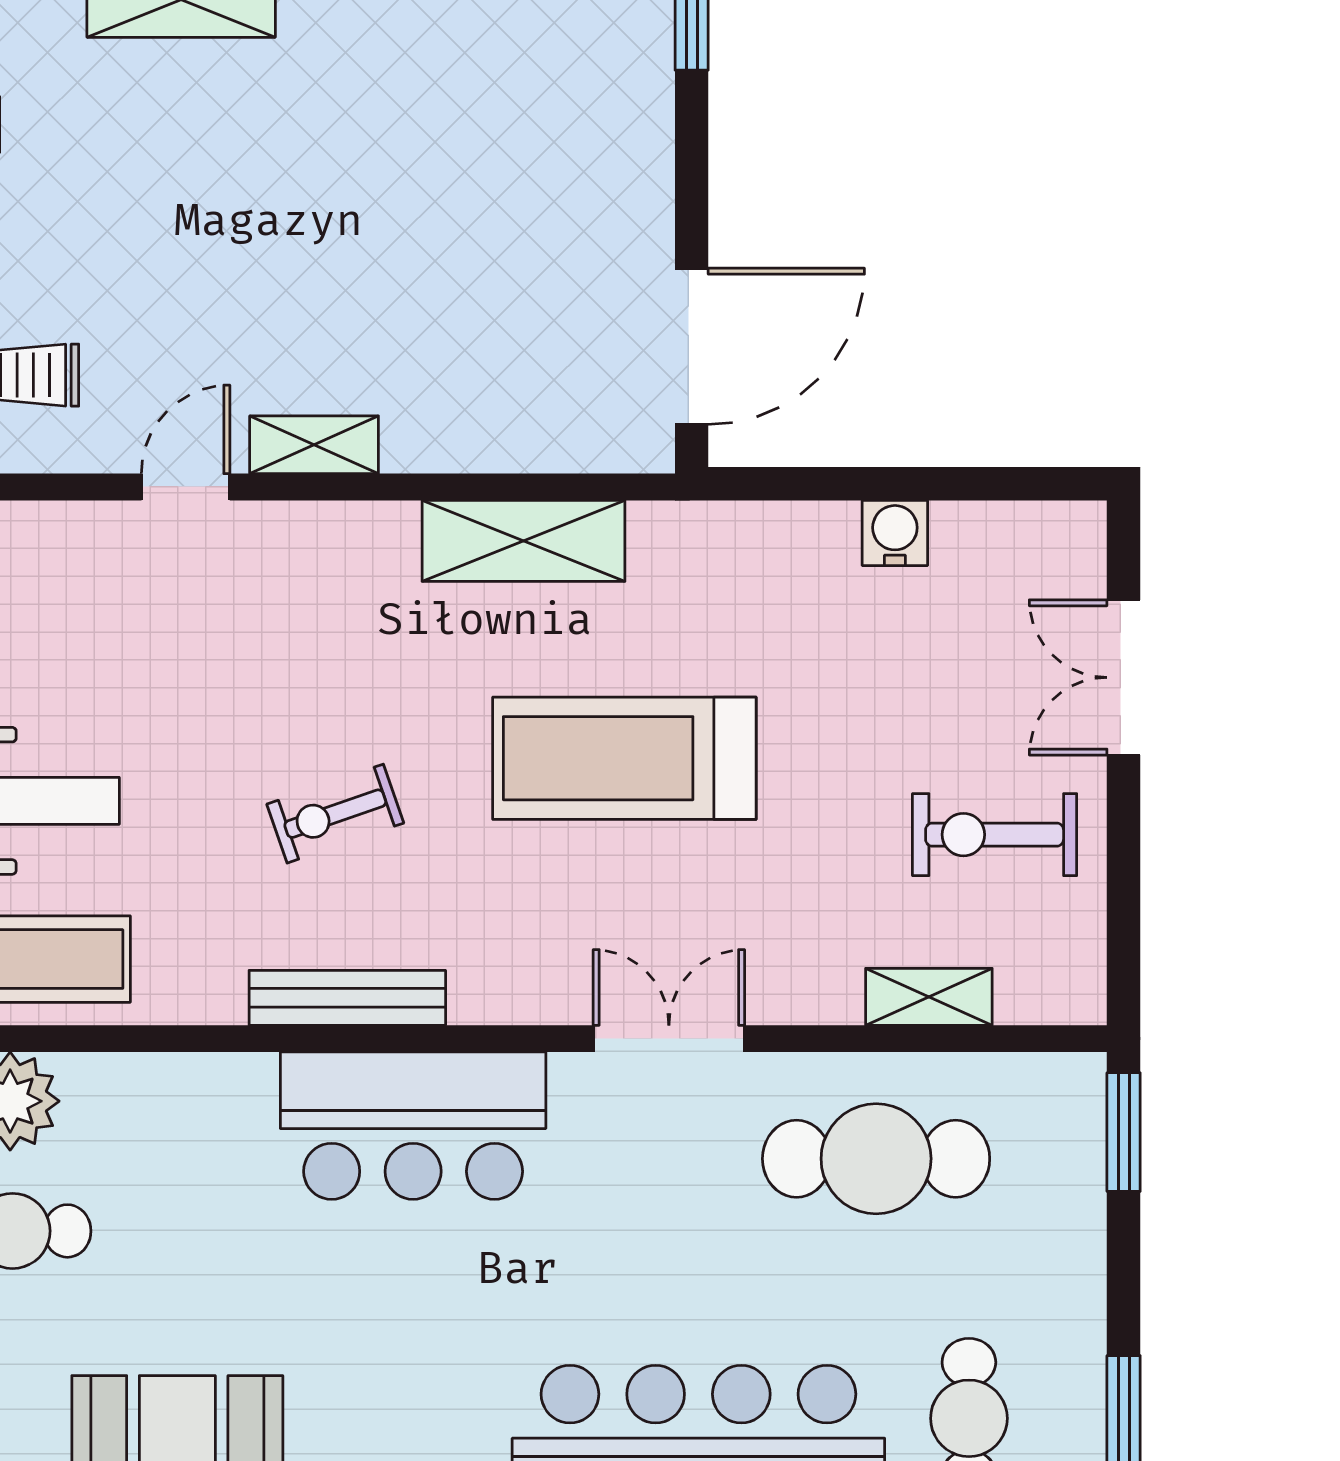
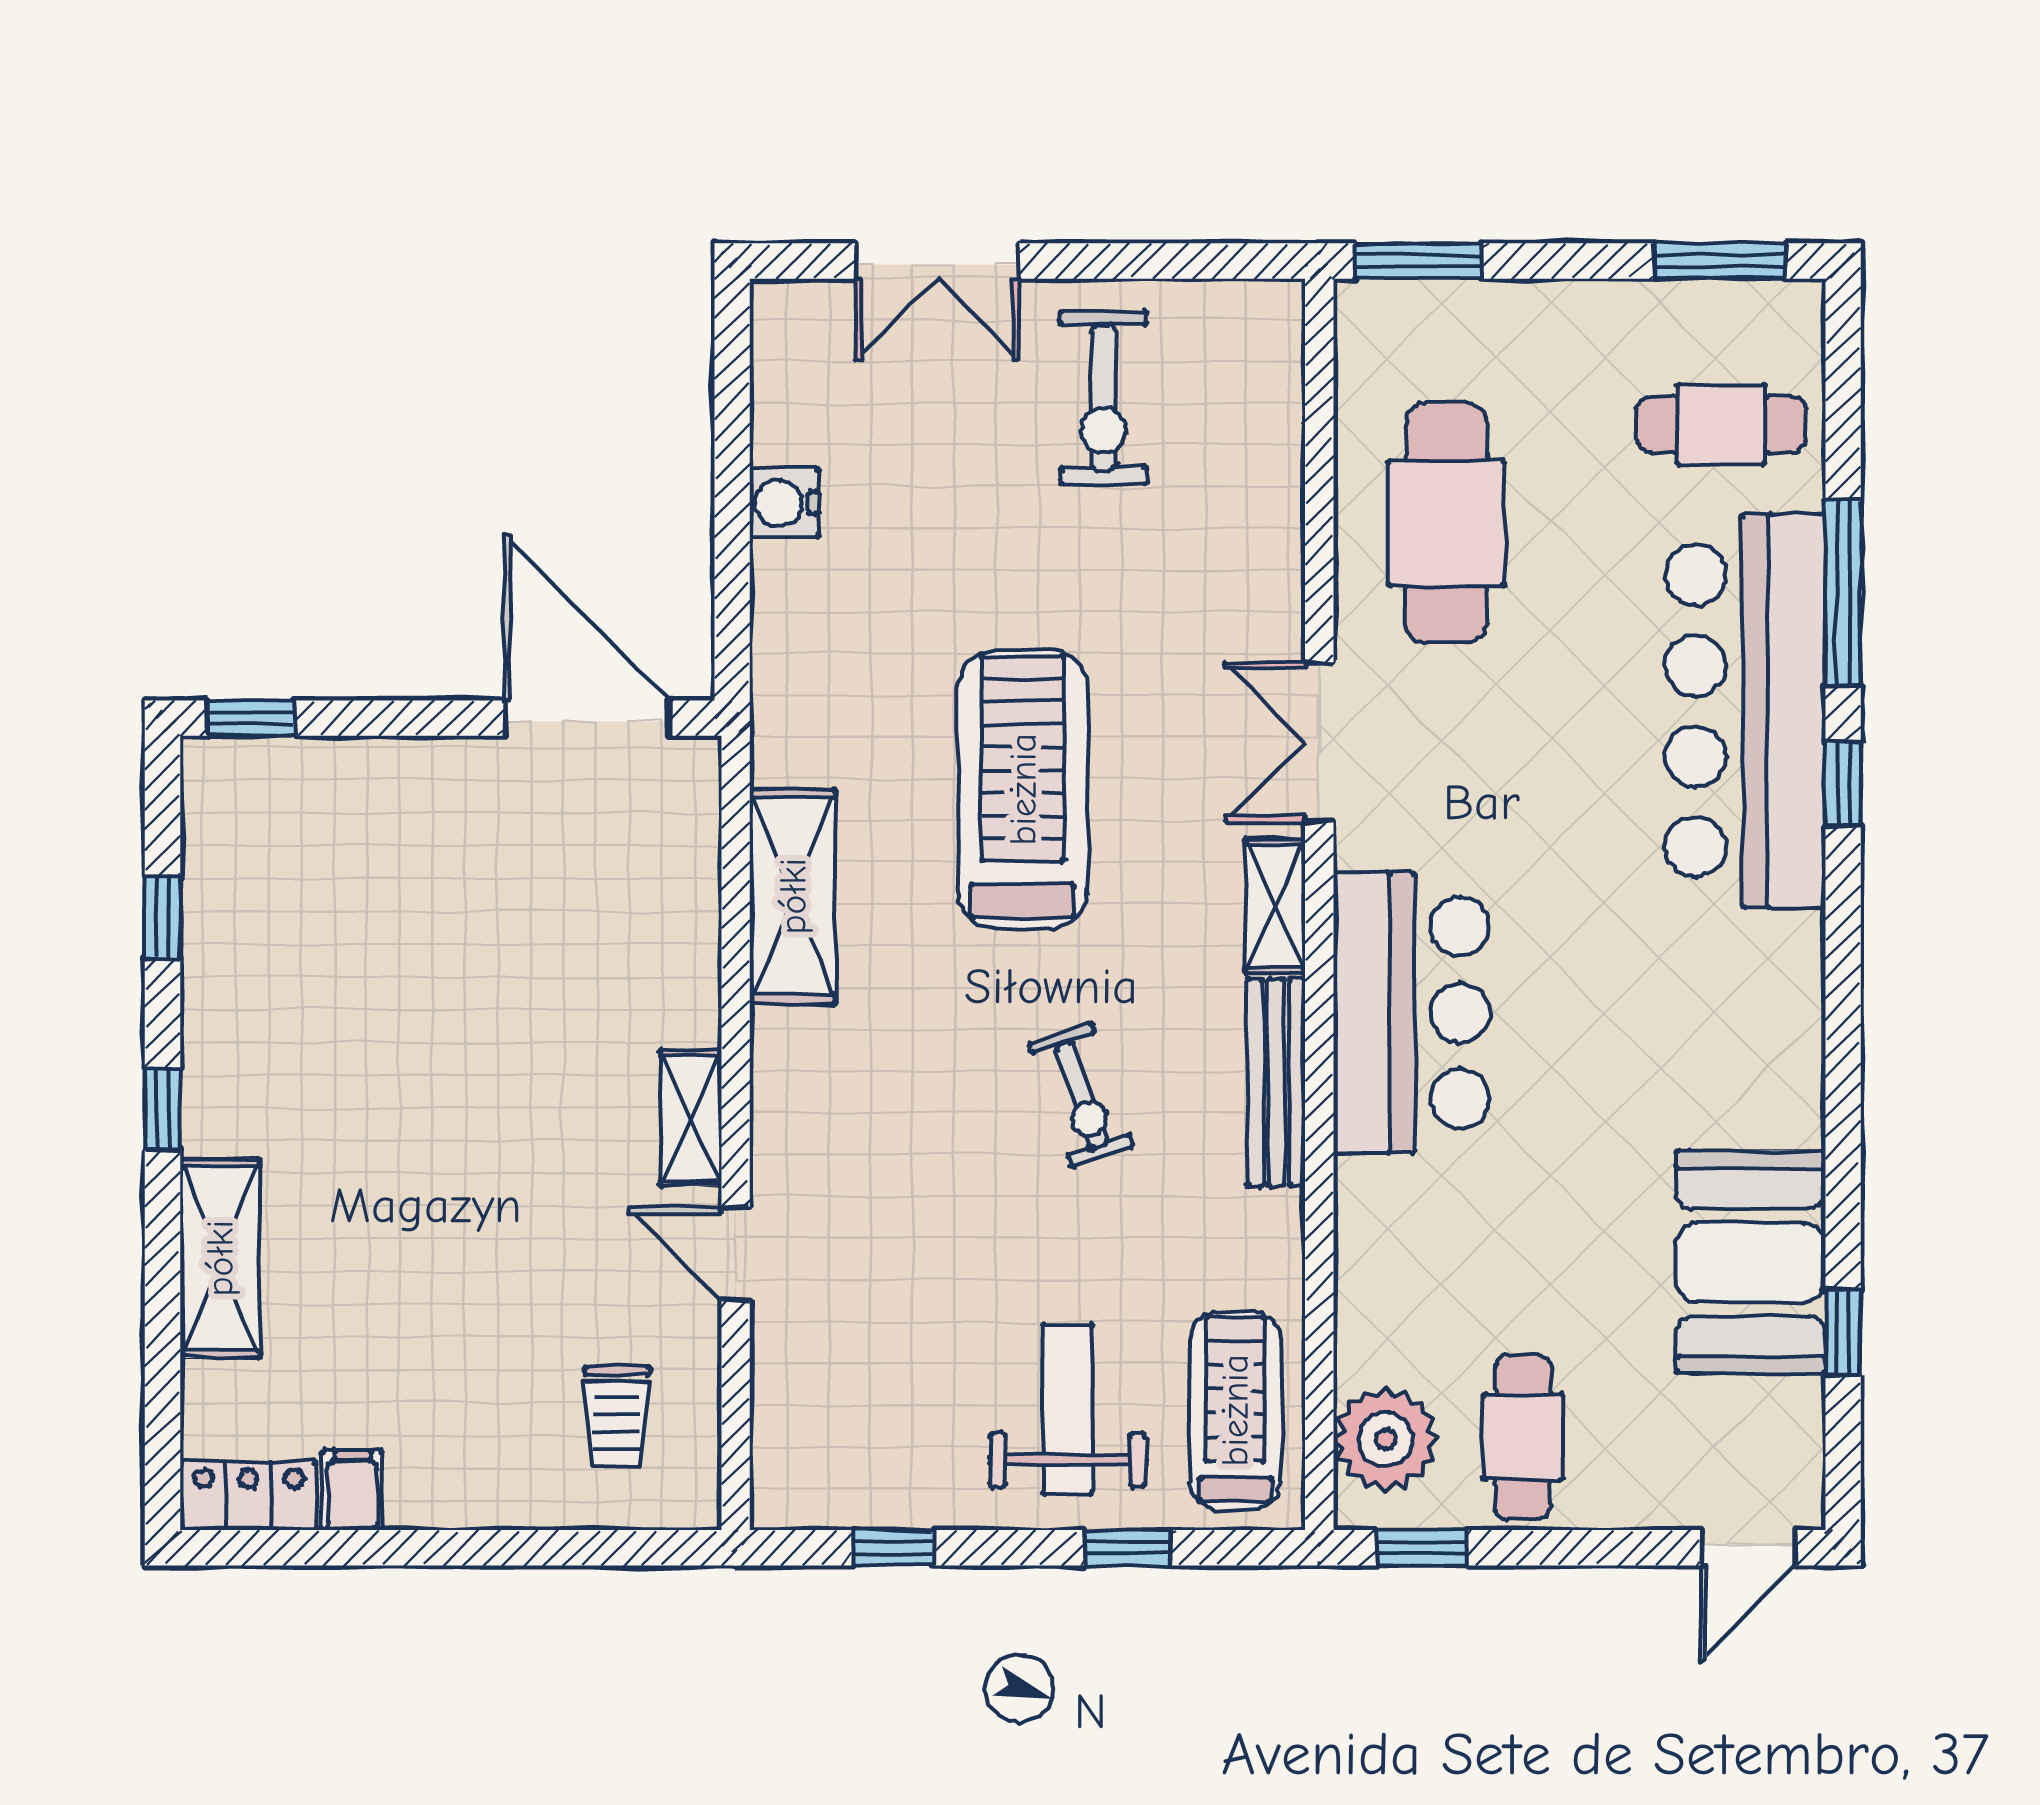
treadmill: (624, 758) -> (1023, 789), turned 180
shelving: (929, 997) -> (1275, 906), moved

